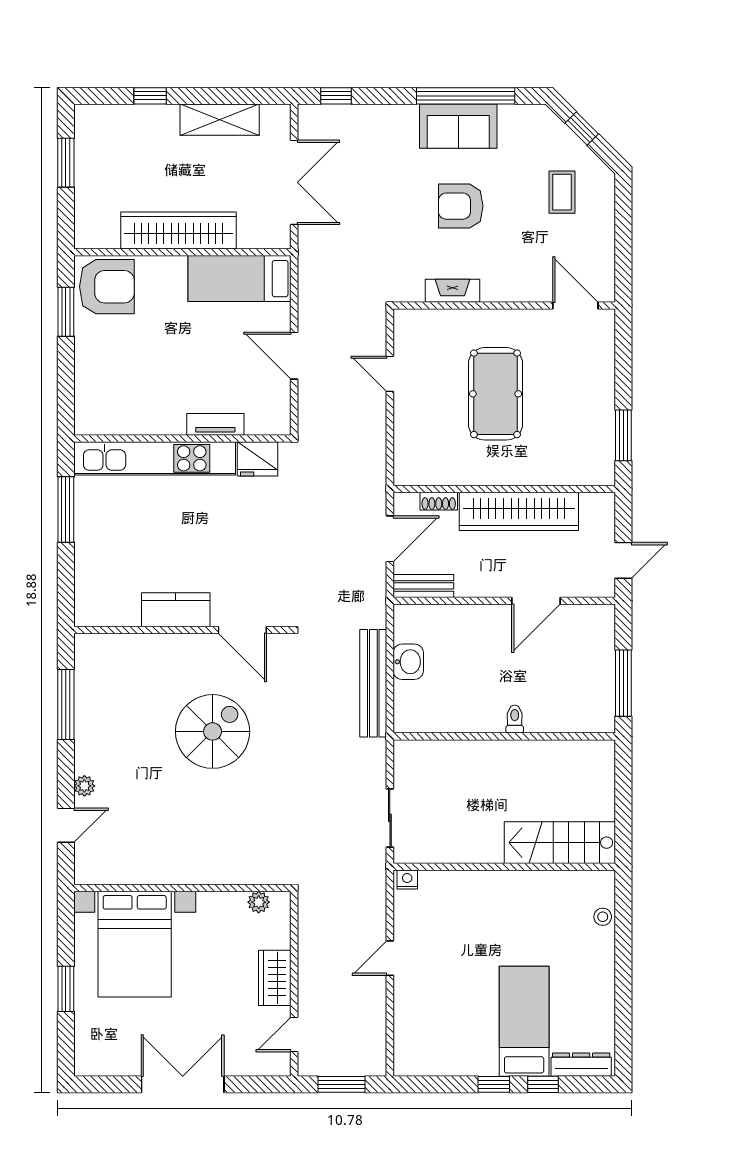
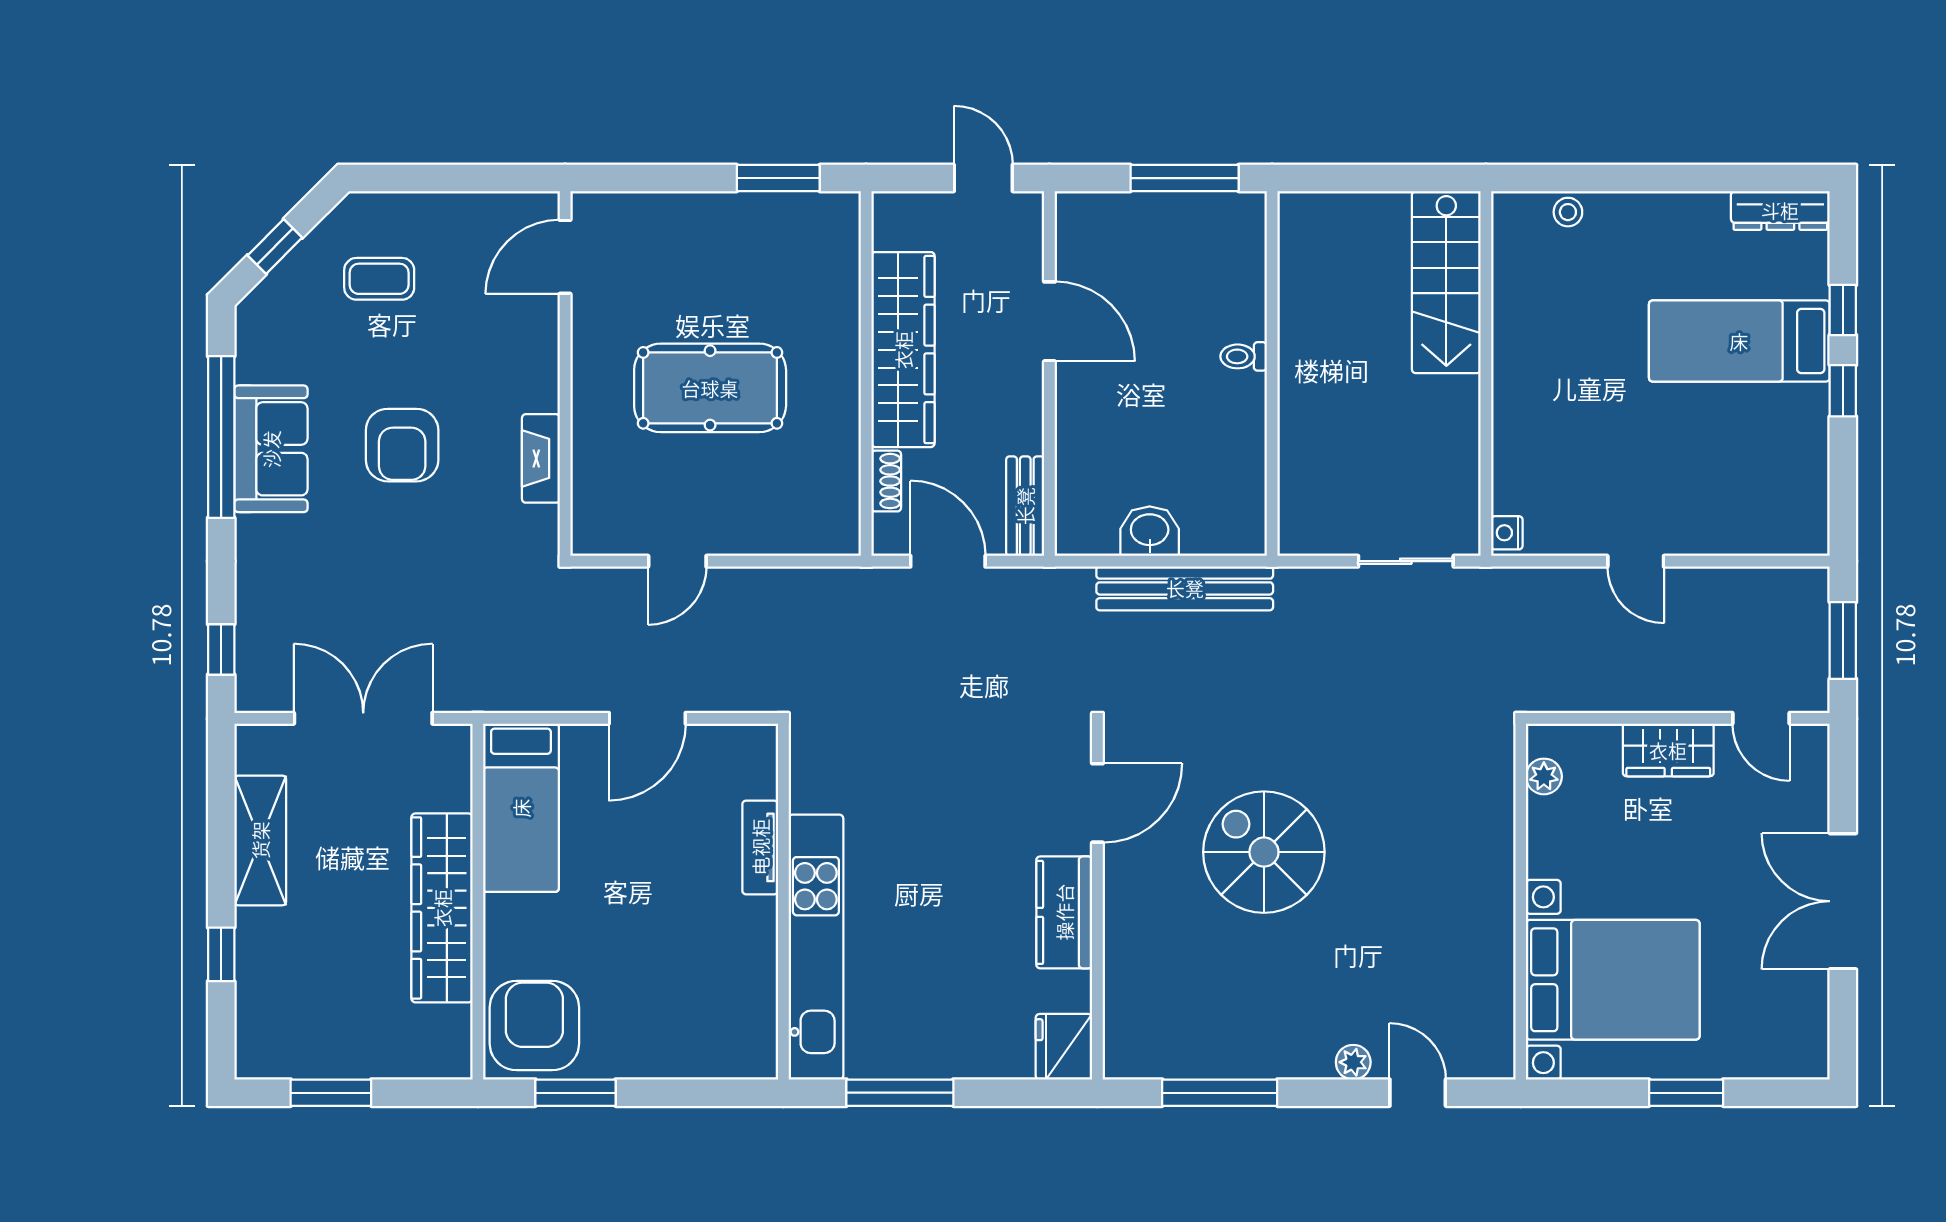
fridge: (258, 459) -> (1064, 1047), moved, turned 180
dresser: (581, 1065) -> (1780, 210), moved, turned -90

